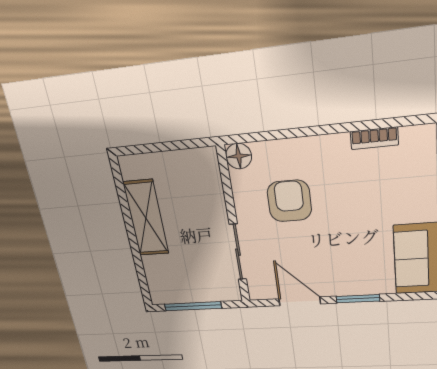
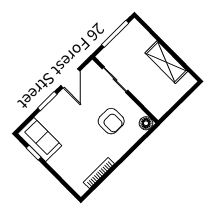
bookcase: (374, 138) -> (99, 173), width x1.56
door: (300, 301) -> (70, 78), hinge flipped

